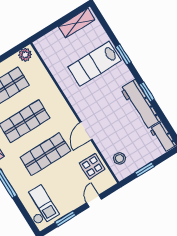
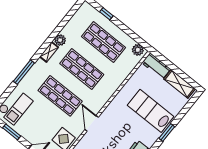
workbench: (49, 41) -> (156, 66), added
door: (86, 131) -> (92, 123), hinge flipped

